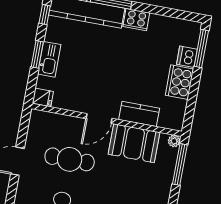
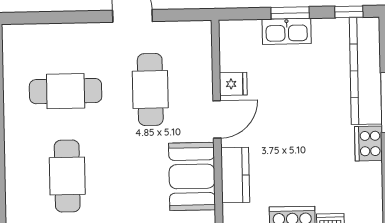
fridge: (43, 97) -> (233, 84), moved, turned -90
door: (99, 118) -> (217, 119), swing flipped

